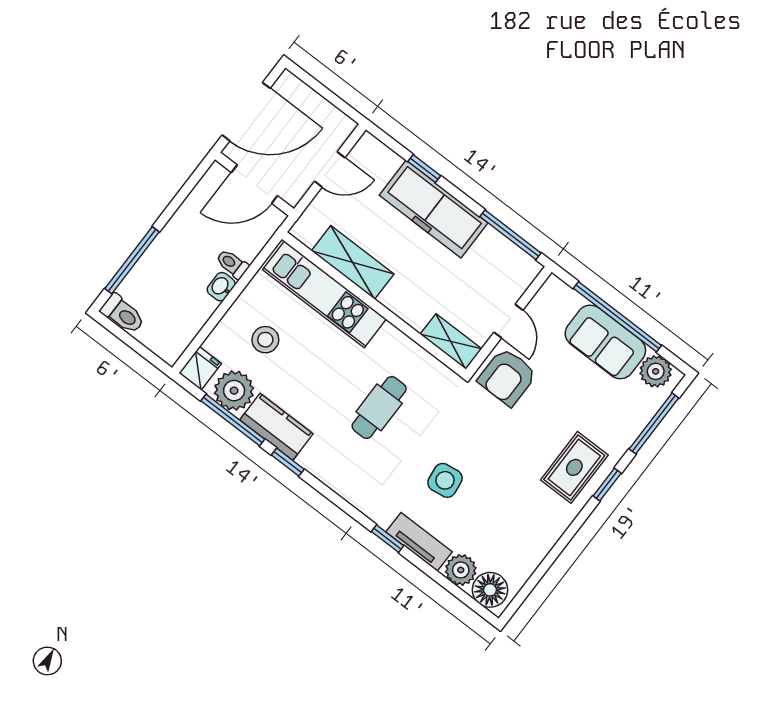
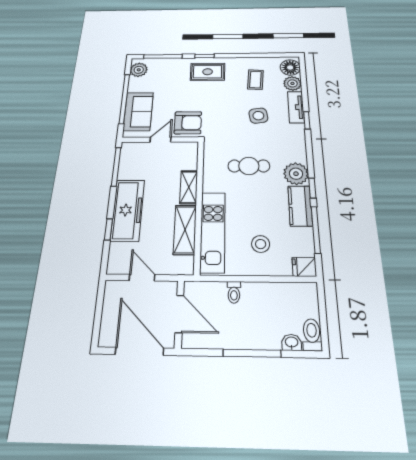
window: (132, 260) -> (252, 353), moved
washbasin: (221, 287) -> (292, 342), moved, turned 180
shelving: (451, 342) -> (189, 187), moved
sofa: (605, 342) -> (138, 111), moved
plant: (234, 391) -> (296, 174), moved
coffee table: (508, 524) -> (255, 80), added

